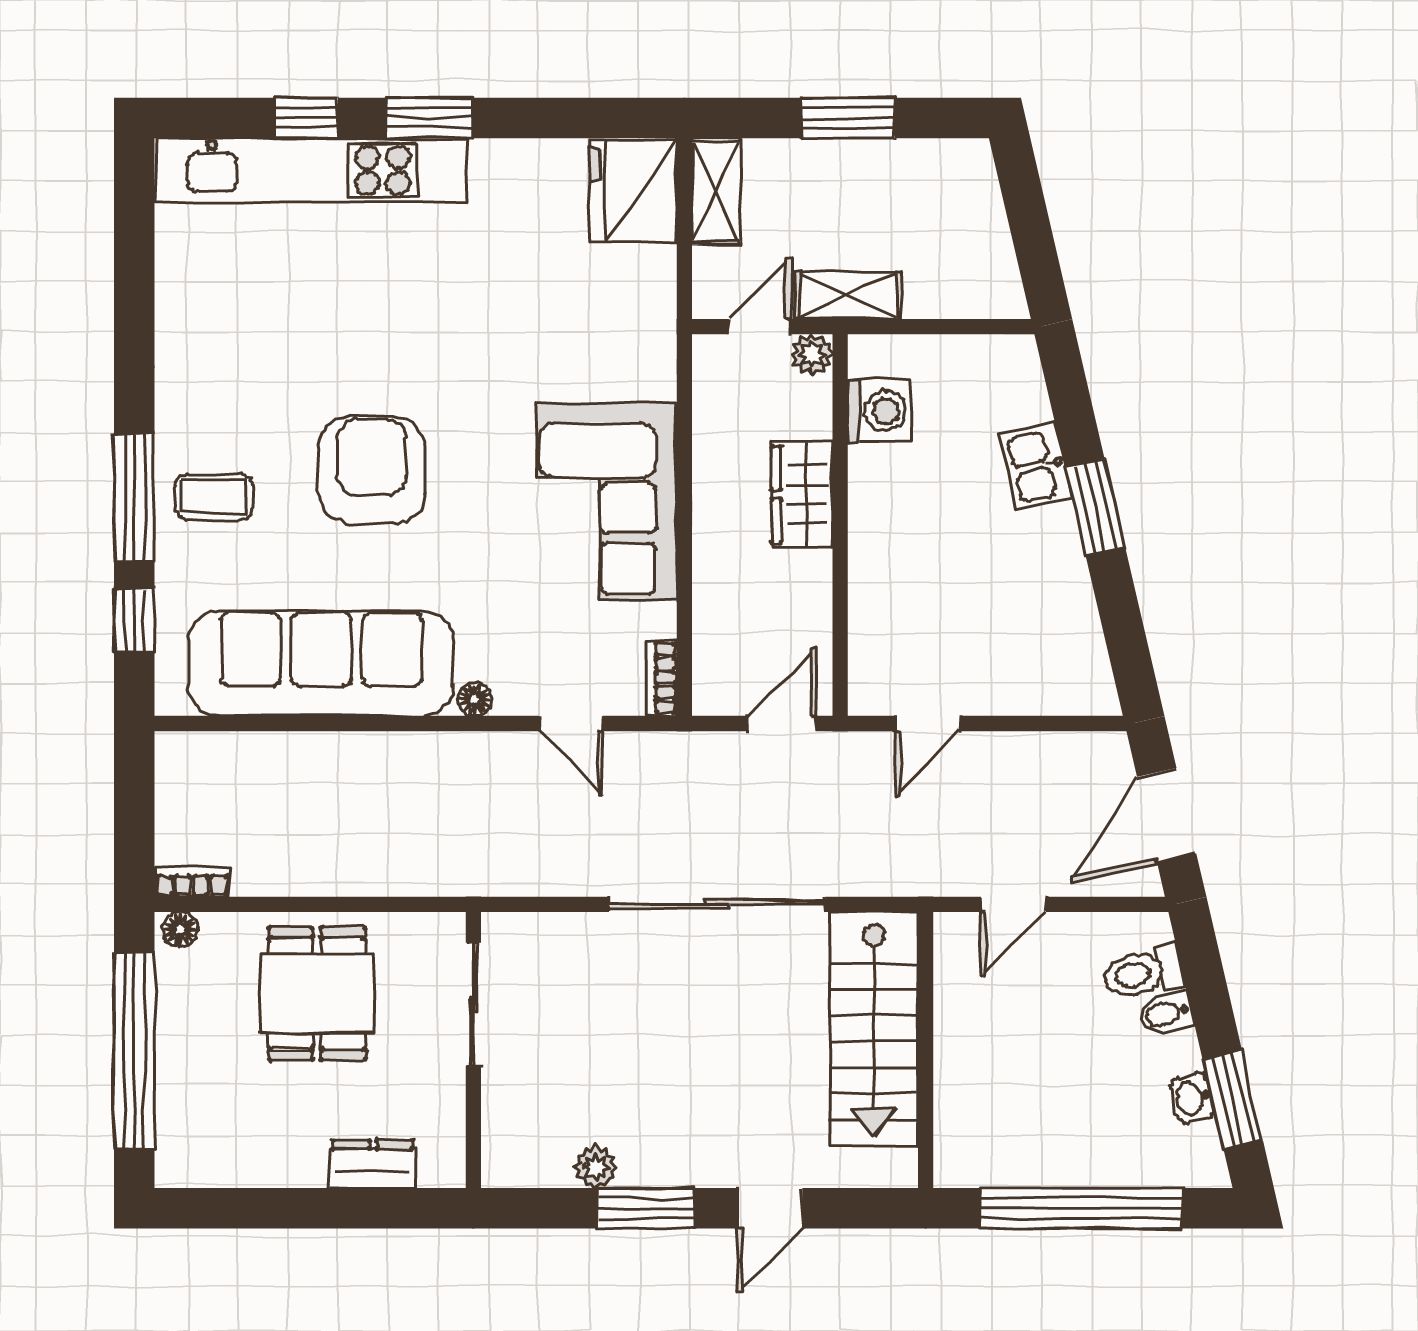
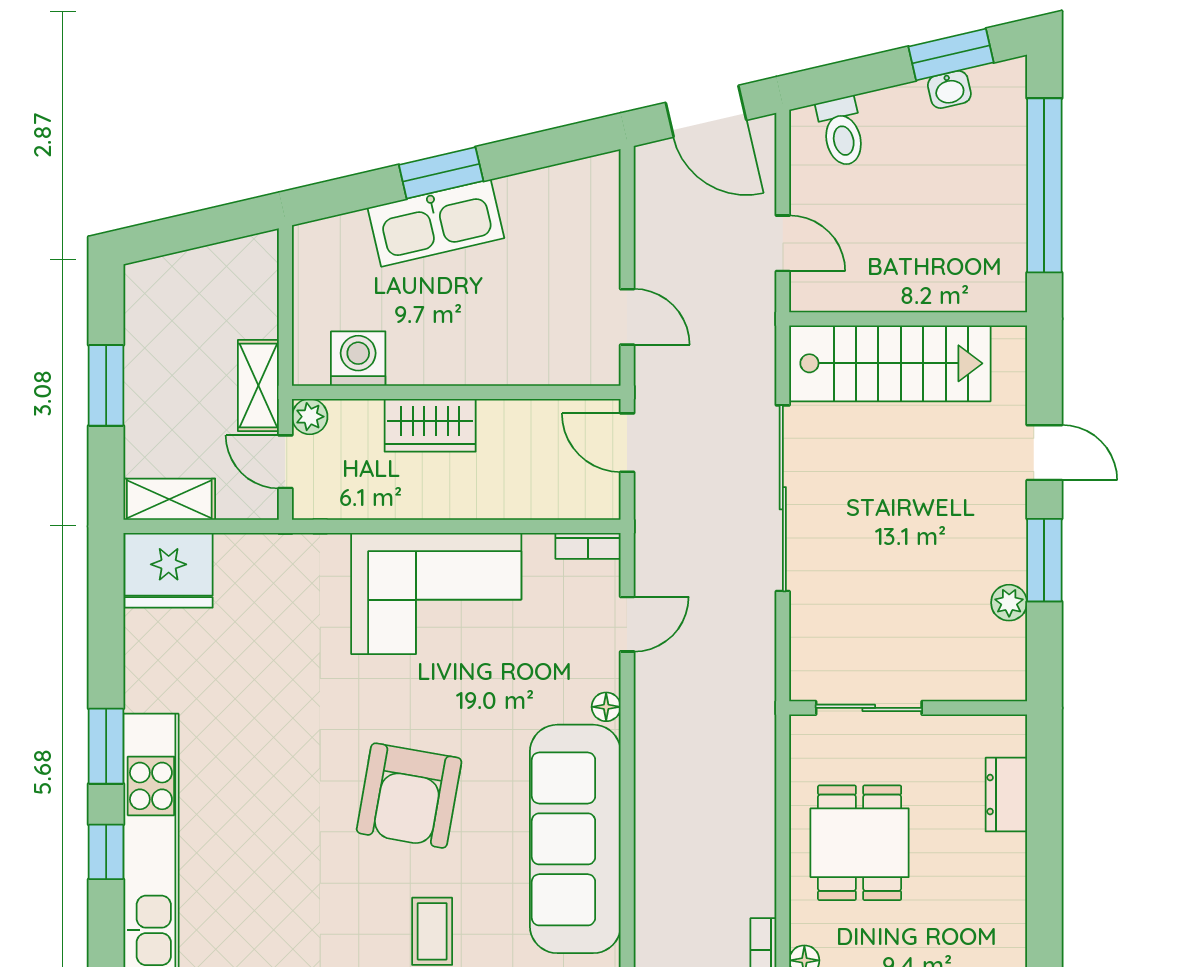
kitchen sink: (1036, 466) -> (436, 223), width x1.88, depth x1.24
armchair: (372, 470) -> (409, 796), turned -80
dining table: (317, 994) -> (860, 843), turned 90
bidet: (1166, 1013) -> (877, 112), removed

